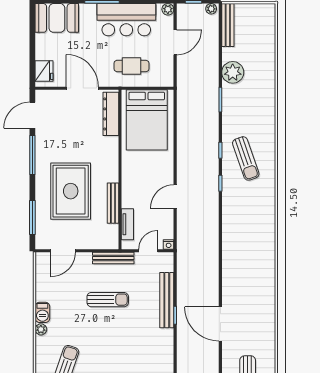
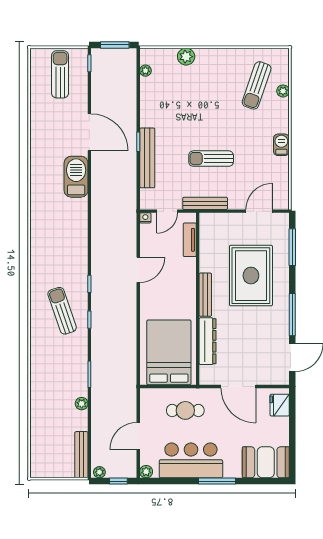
plant: (233, 72) -> (82, 404), width x0.53, depth x0.53
dresser: (111, 114) -> (208, 341), moved
bench: (113, 203) -> (205, 295), moved
barbecue: (233, 283) -> (76, 177), added
plant: (41, 329) -> (283, 91), moved

